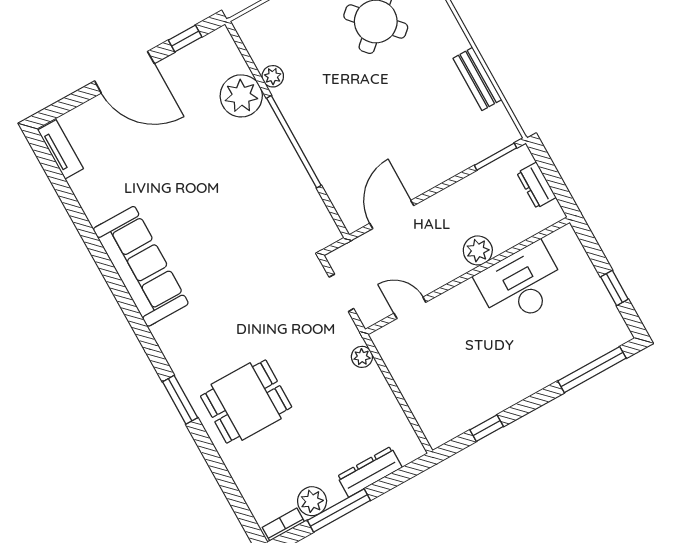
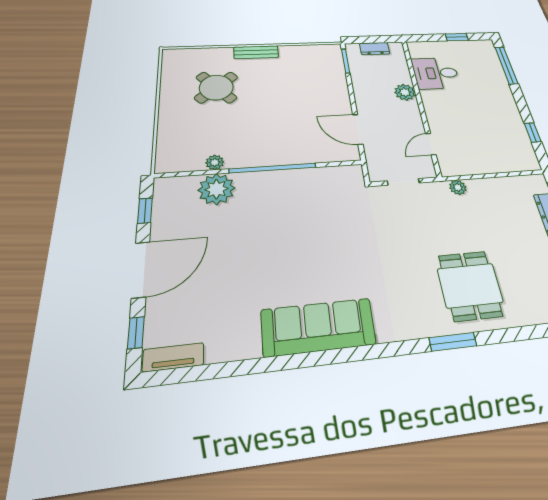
bench: (477, 79) -> (256, 52), moved
window: (67, 104) -> (136, 333), added
desk: (521, 284) -> (436, 73), width x0.73

